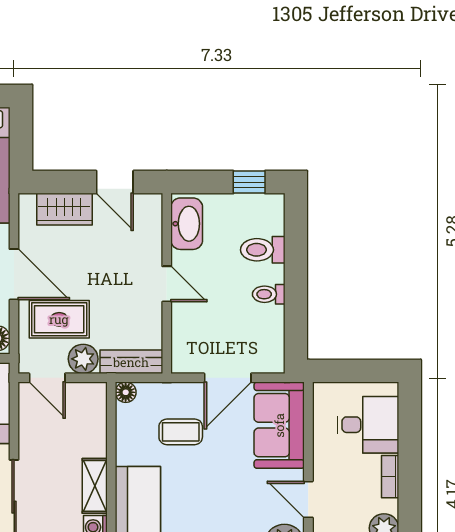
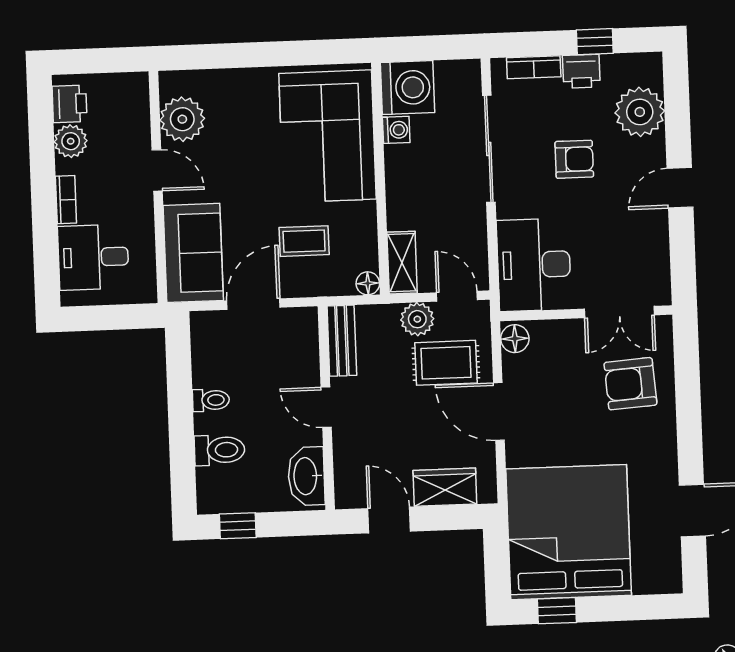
bench: (131, 362) -> (342, 341), moved, turned 90
shelving: (95, 486) -> (402, 263), moved

